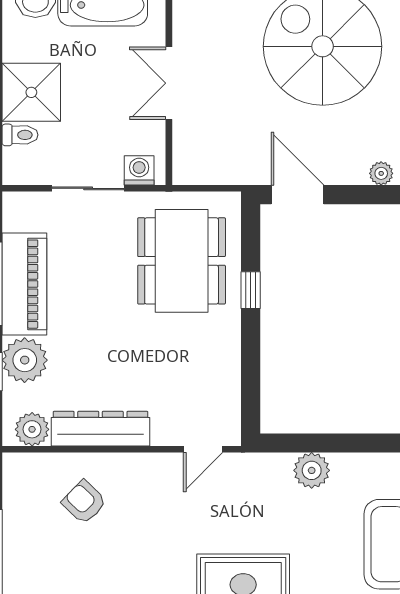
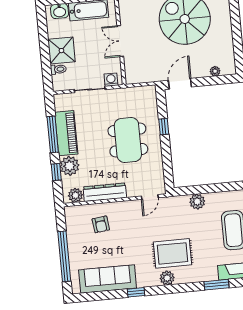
door: (298, 195) -> (180, 84), hinge flipped
dining table: (182, 261) -> (128, 140), moved
armchair: (84, 502) -> (101, 224), turned -141

